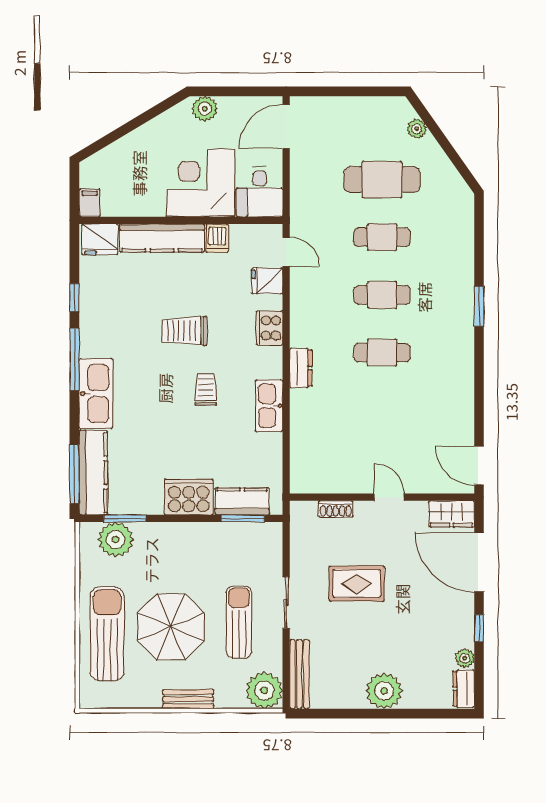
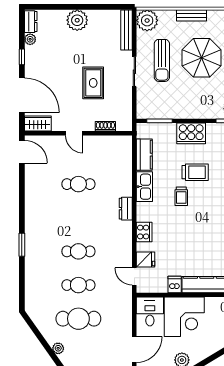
trolley: (184, 331) -> (195, 172), moved
cafe table: (382, 353) -> (78, 184), moved
kitchen counter: (242, 501) -> (144, 155), moved, turned -90
rug: (357, 584) -> (93, 83), turned 90

